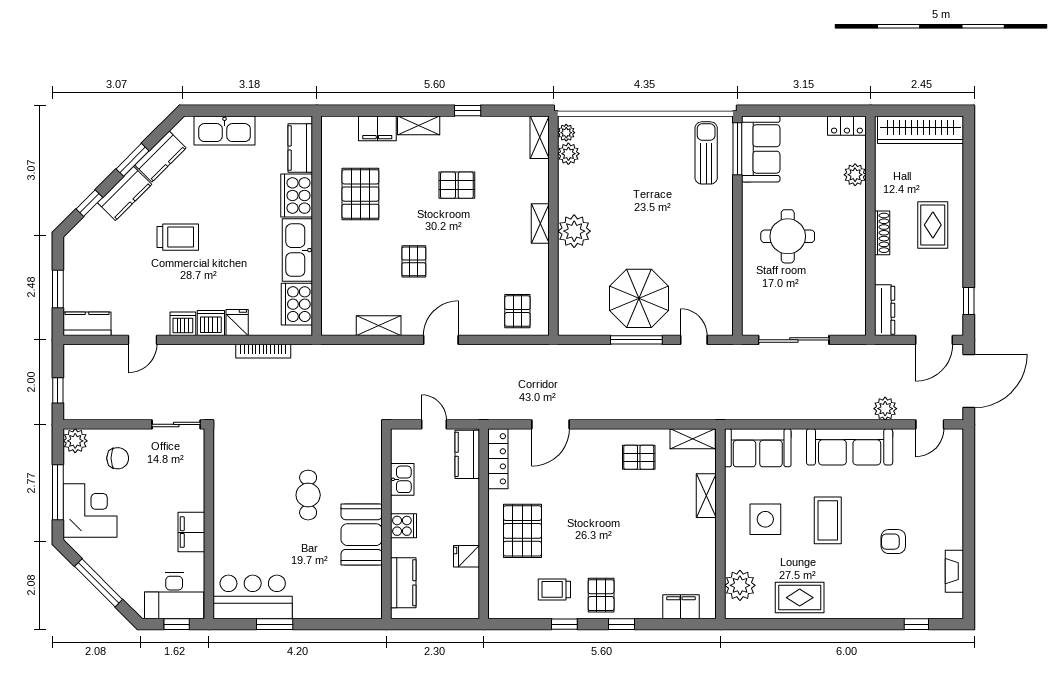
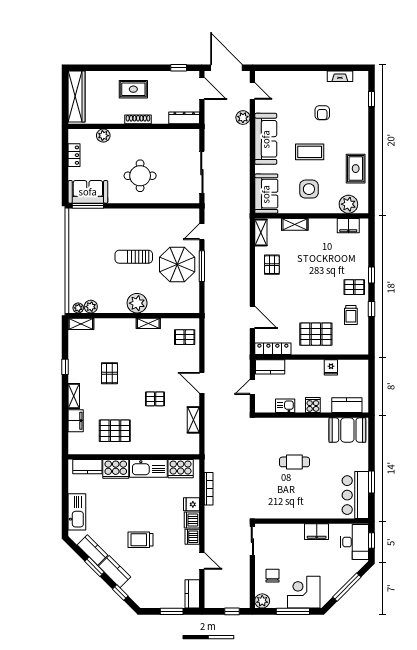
locker: (847, 126) -> (74, 155), moved
sun lounger: (706, 153) -> (134, 257), moved
shelving: (540, 224) -> (148, 323), moved
trolley: (178, 237) -> (141, 540), turned -90
booth: (362, 535) -> (347, 430), moved
filing cabinet: (681, 607) -> (348, 226), moved, turned -90

